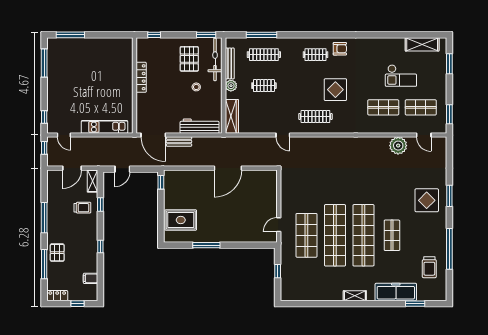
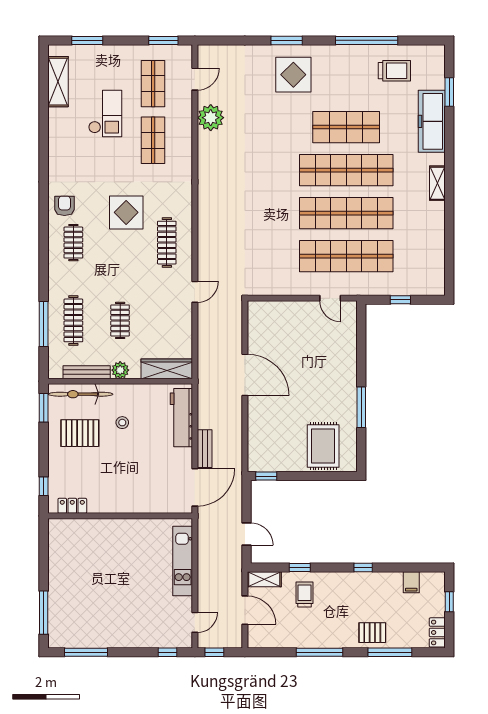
locker: (141, 77) -> (72, 506), moved, width x0.66
shop shelf: (306, 235) -> (346, 256), width x1.40
shop shelf: (392, 235) -> (346, 127), width x1.43, depth x1.36

